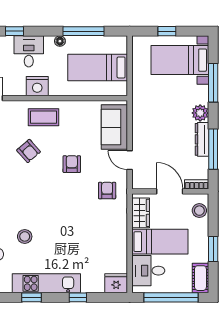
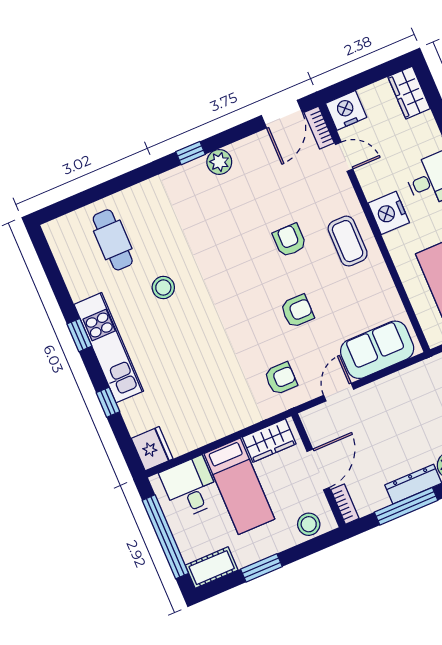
armchair: (29, 151) -> (289, 240), turned 131

